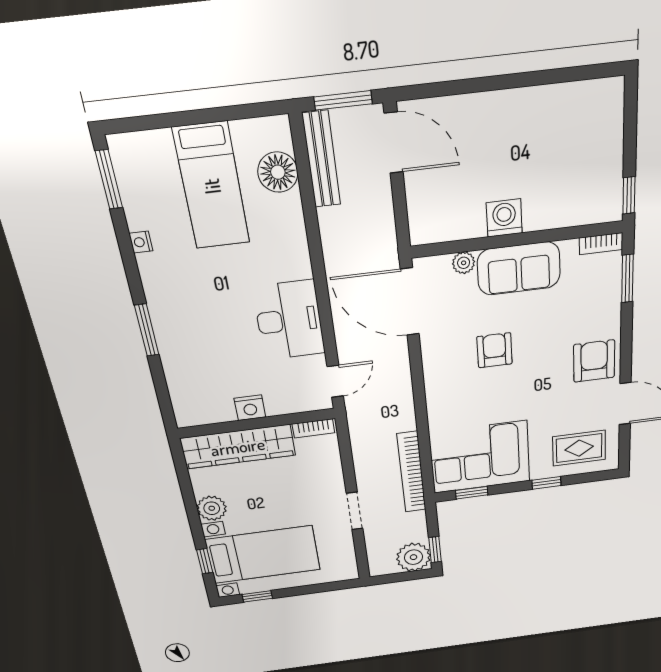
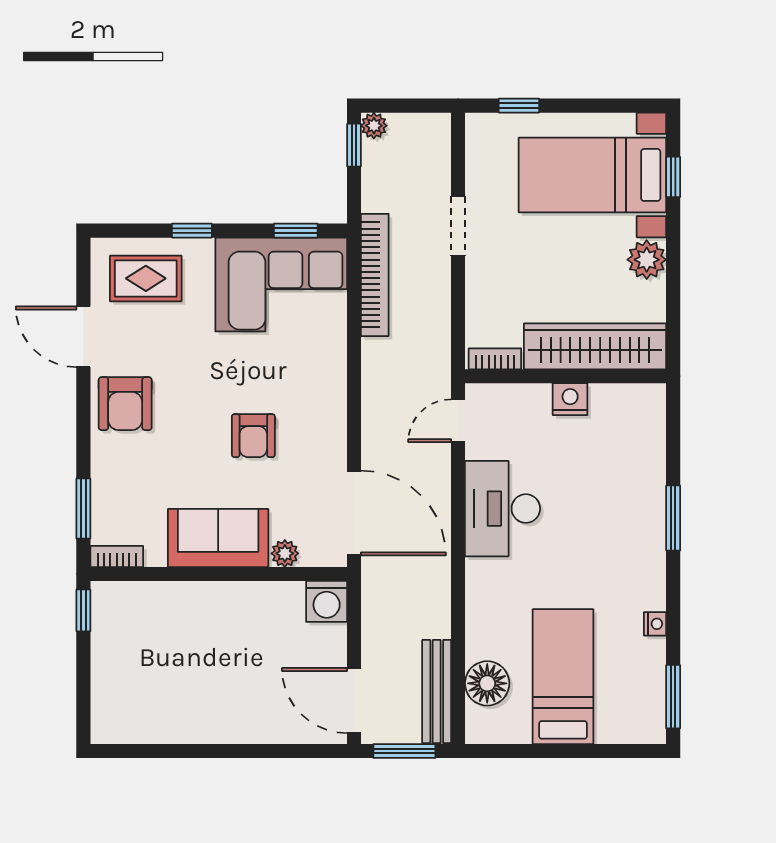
washing machine: (504, 218) -> (327, 601), moved
plant: (414, 557) -> (374, 126), width x0.53, depth x0.53
window: (257, 596) -> (519, 106), moved

